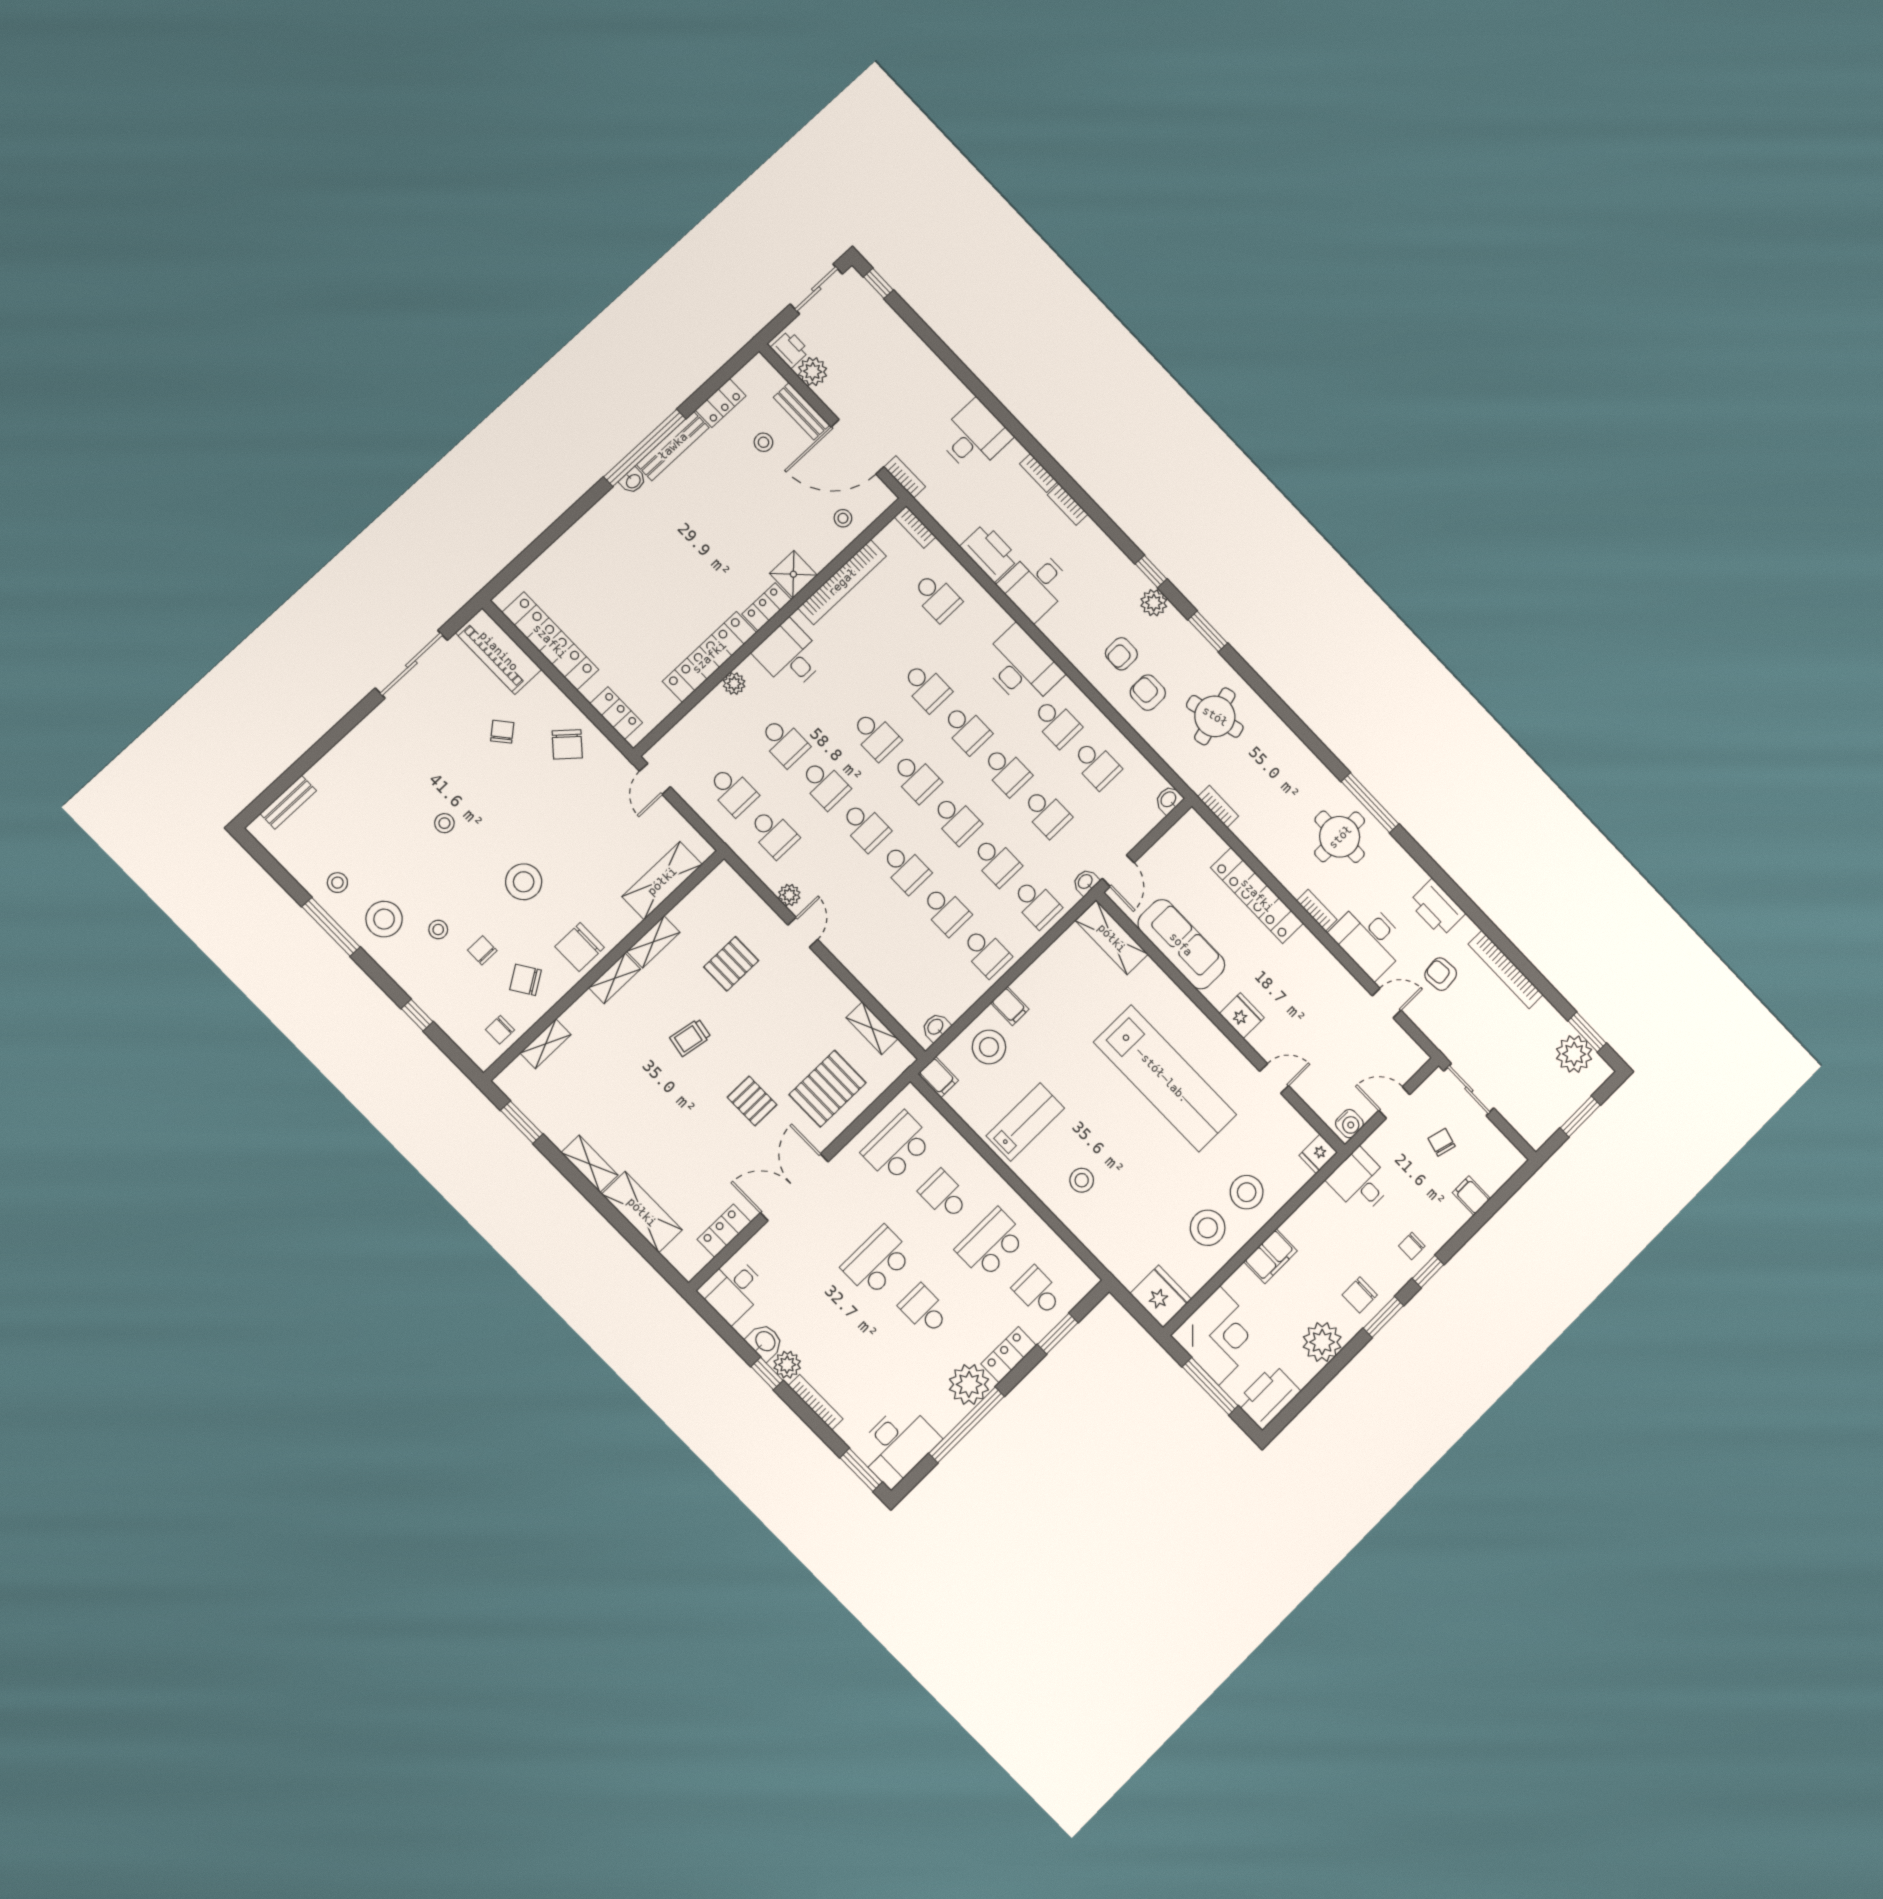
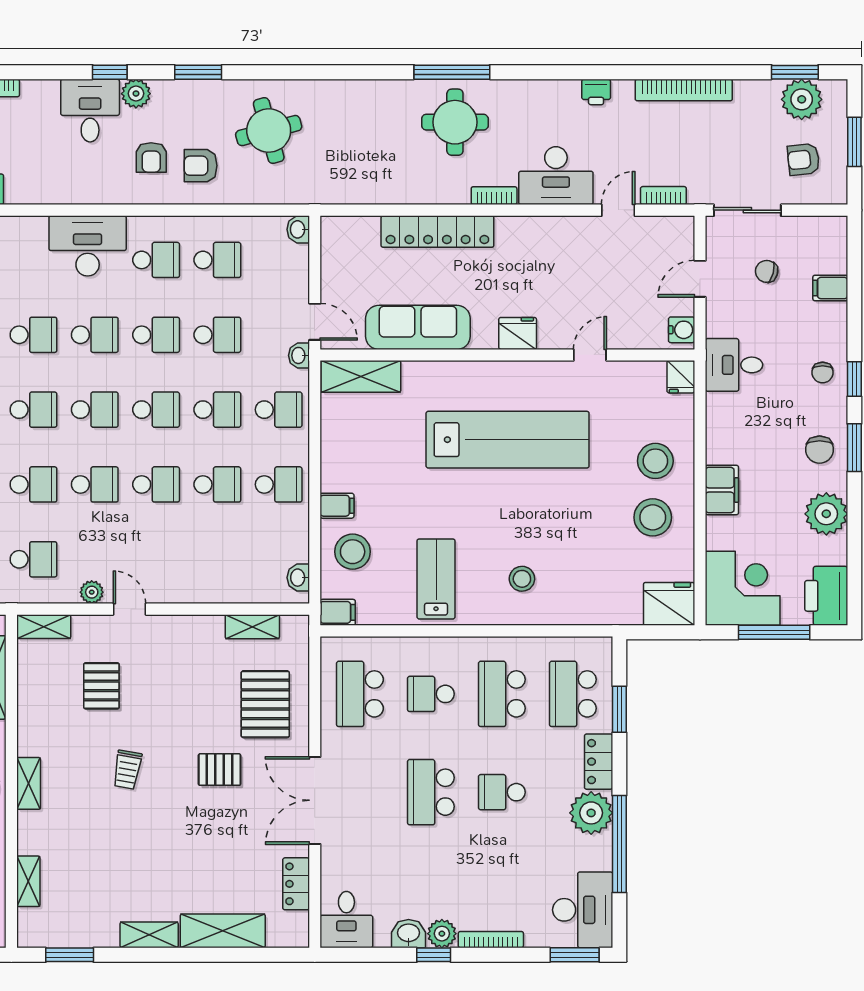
desk: (1036, 584) -> (90, 111), moved, turned 180
bookcase: (1218, 806) -> (663, 196), moved
printer: (1437, 908) -> (596, 92), width x0.53, depth x0.68
shelving: (653, 942) -> (44, 627), moved, turned 90
armchair: (1441, 974) -> (803, 159), moved
school desk: (1038, 1292) -> (573, 694), width x1.85

